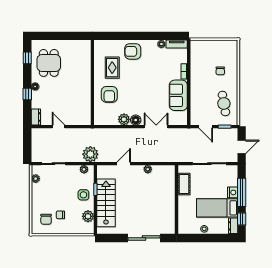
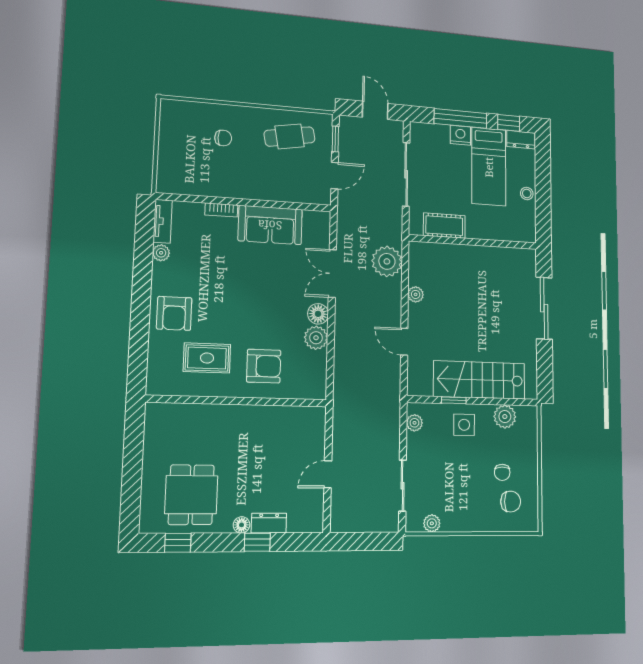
dining table: (49, 63) -> (191, 495), turned 90
dresser: (36, 117) -> (269, 523), moved
plant: (90, 154) -> (387, 261), moved

